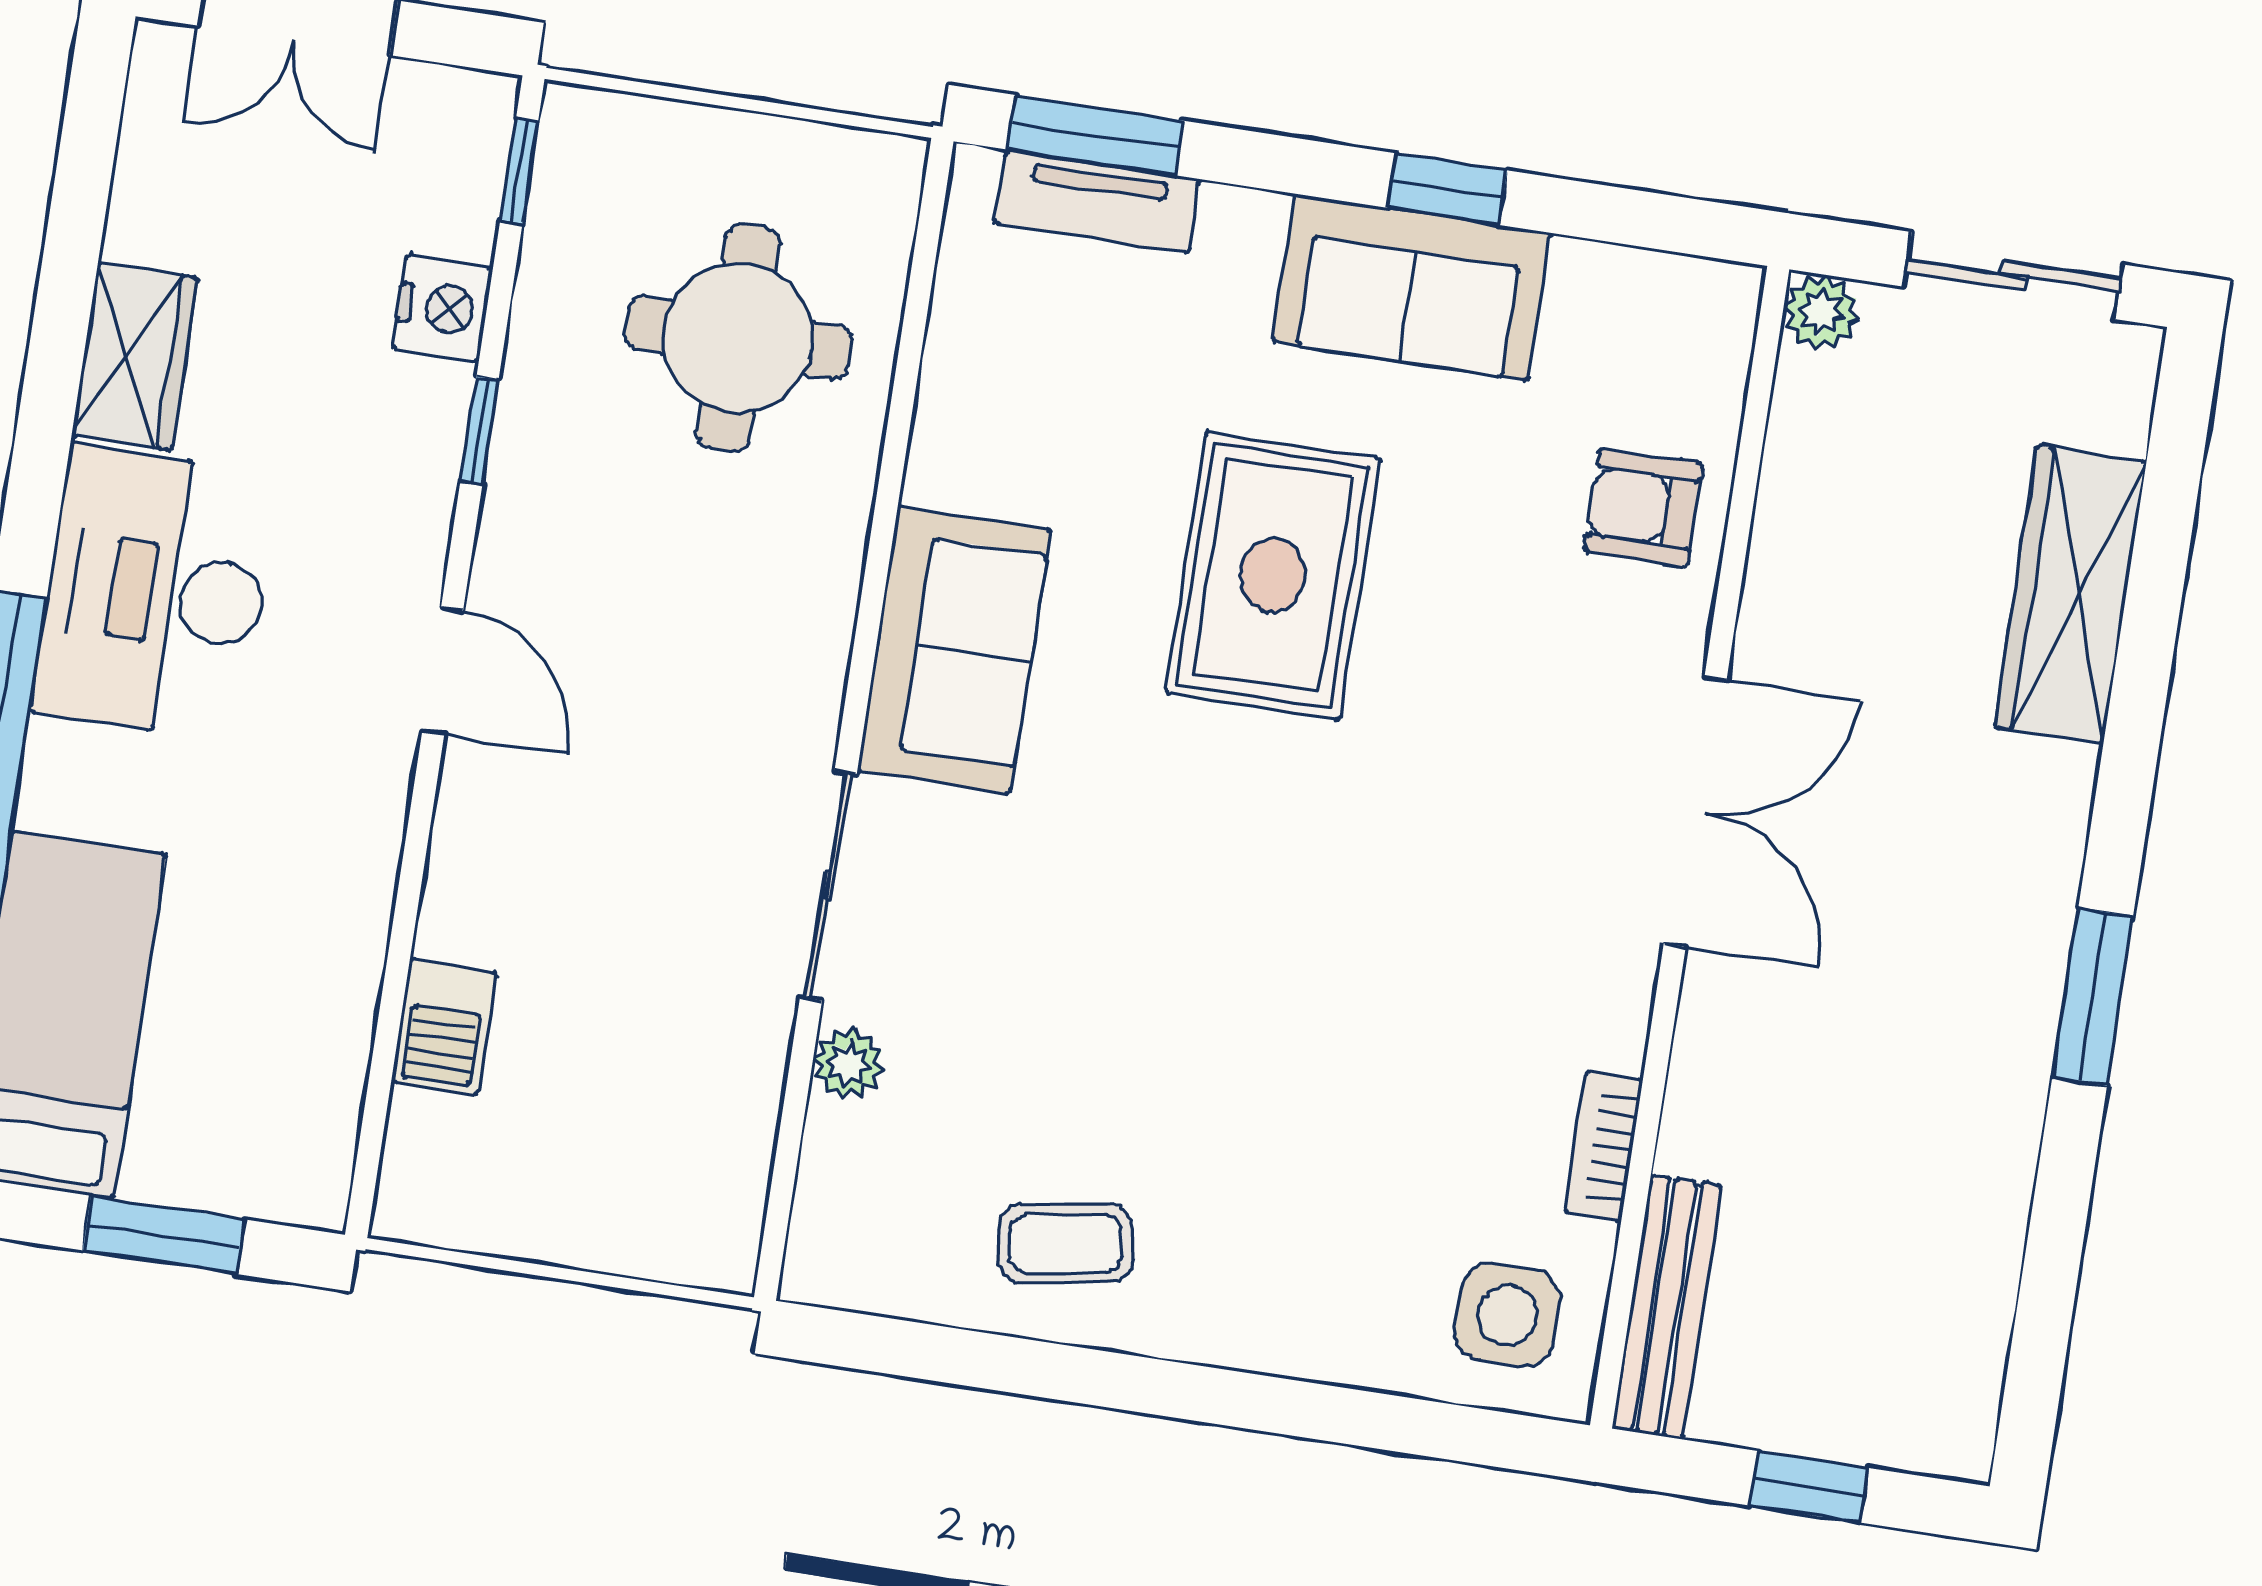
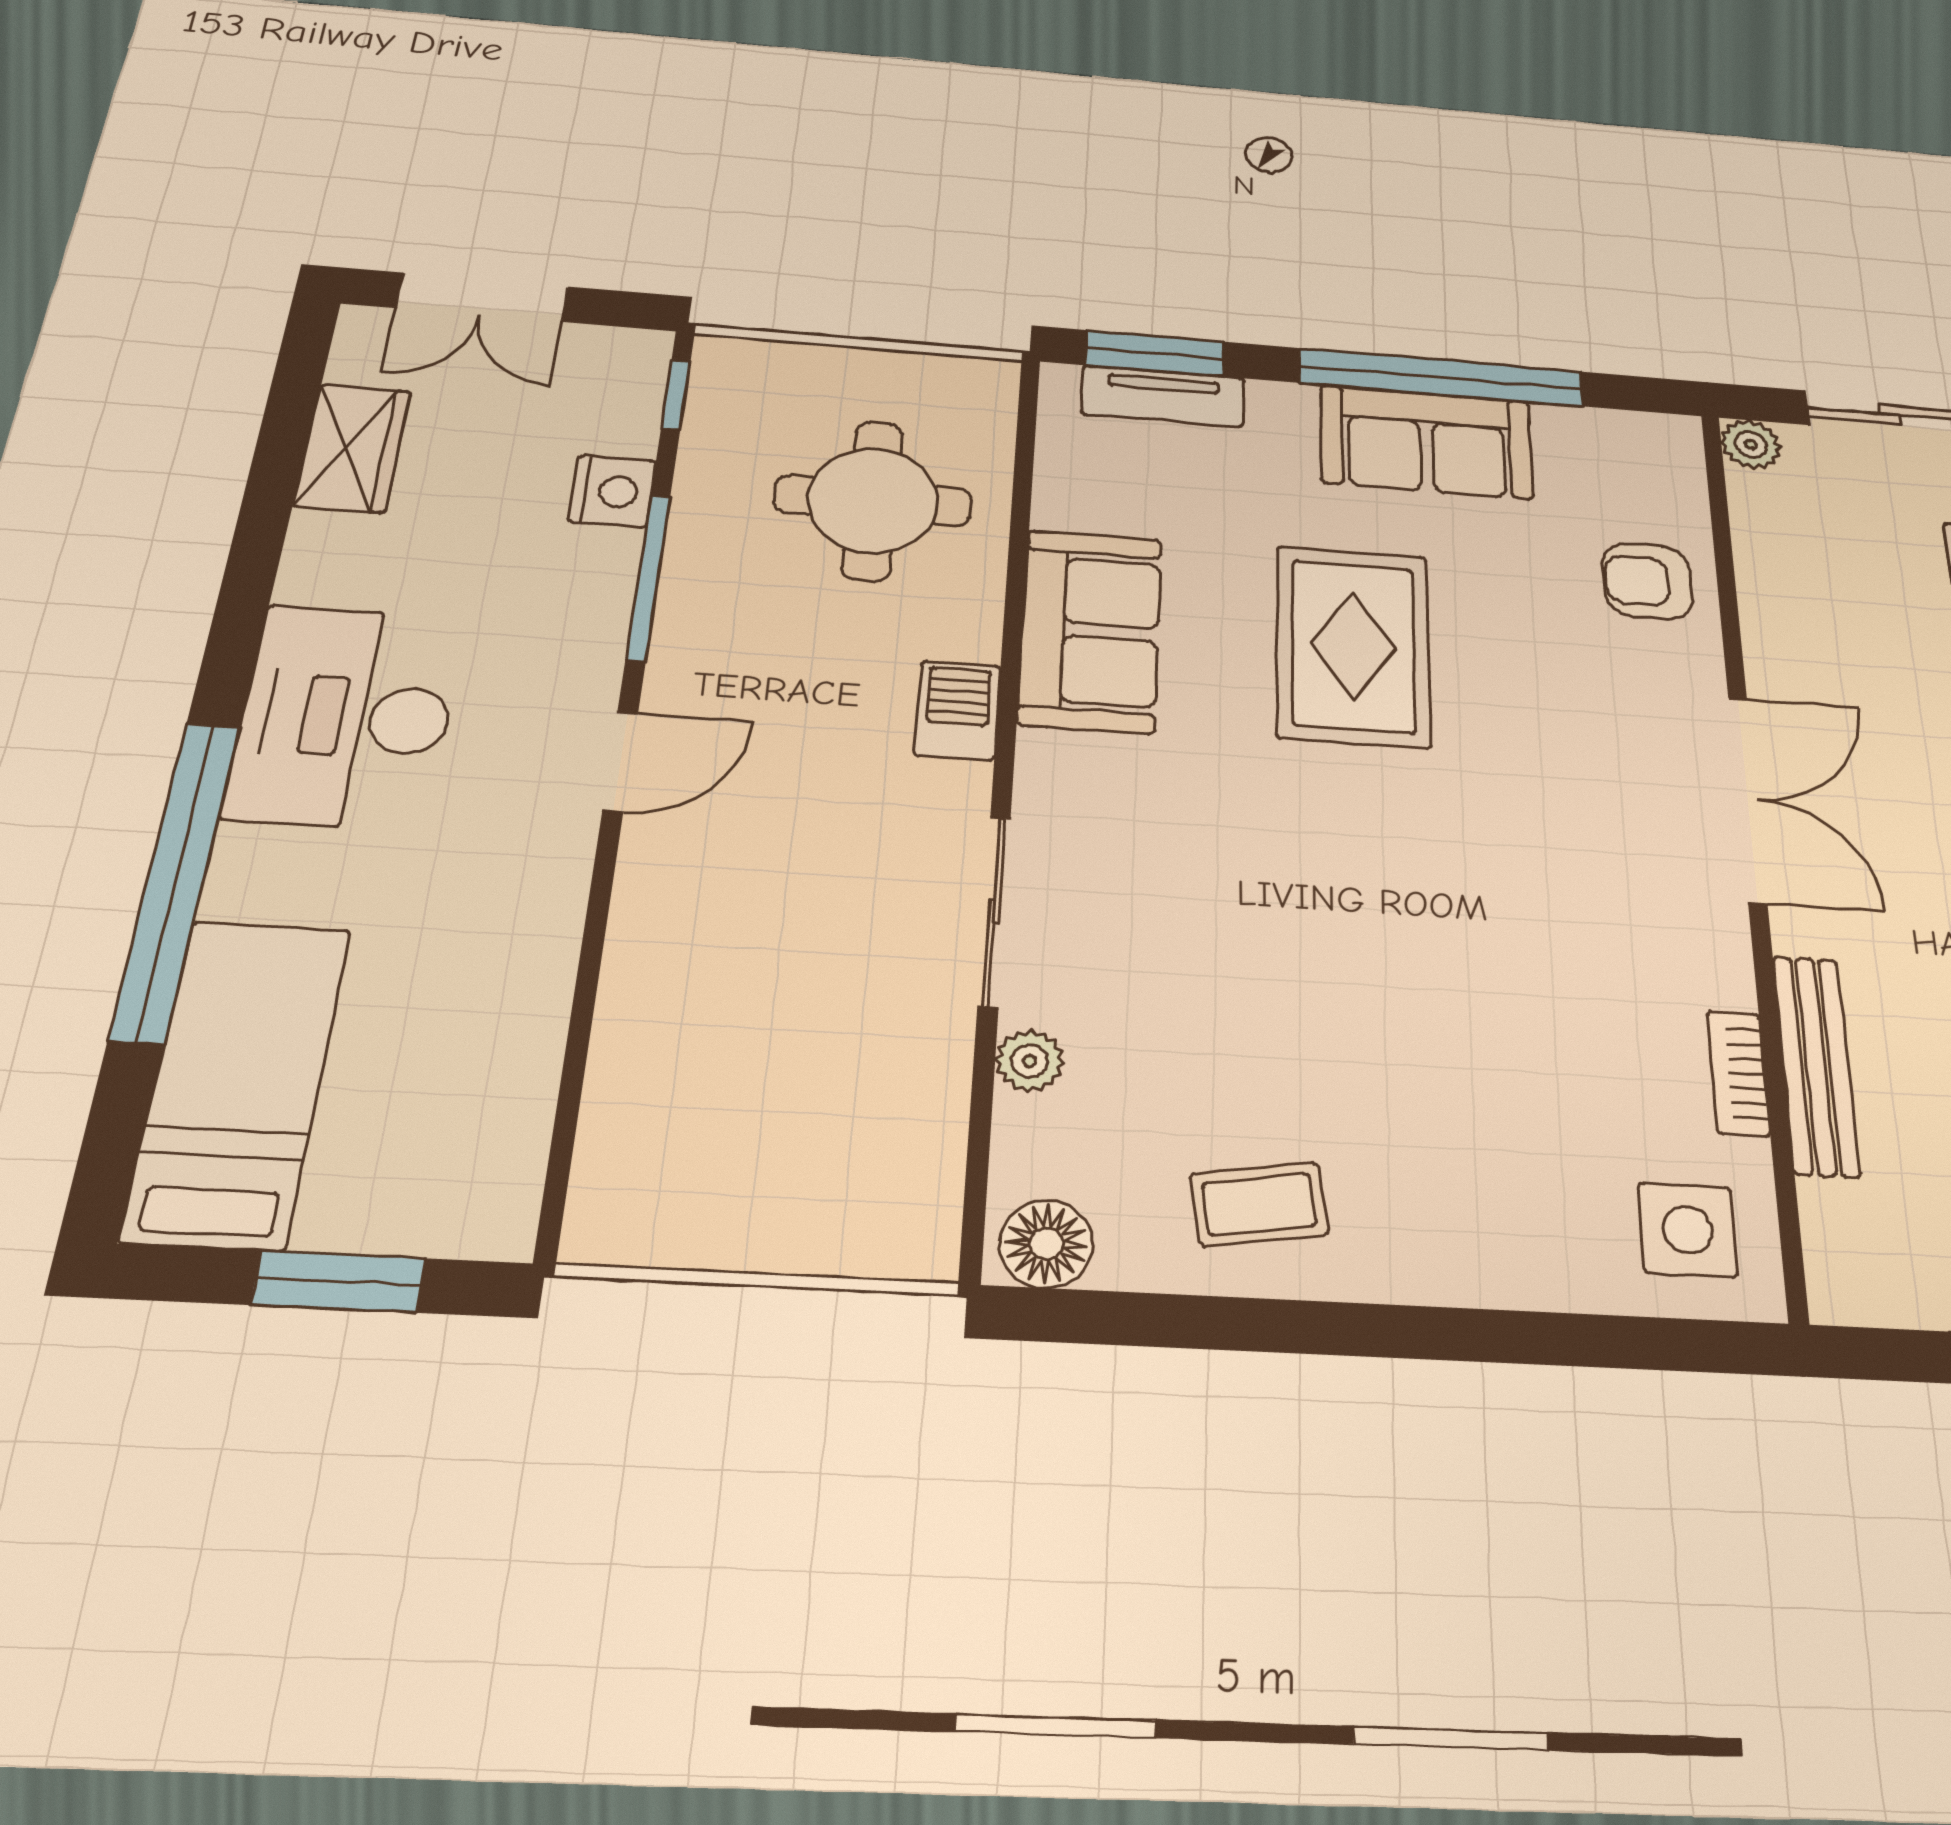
window: (1447, 189) -> (1441, 377), width x3.17
wardrobe: (135, 356) -> (352, 448), moved
window: (479, 430) -> (648, 577), width x2.17
sofa: (954, 650) -> (1091, 631), moved
door: (443, 671) -> (620, 762), hinge flipped
barbecue: (444, 1027) -> (958, 711), moved, turned 180
floor lamp: (845, 1264) -> (1046, 1244), added
bench: (1667, 1307) -> (1816, 1065), moved

